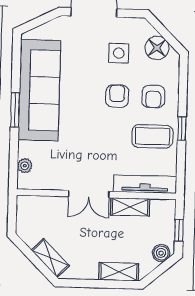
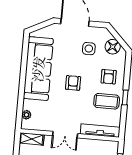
armchair: (117, 96) -> (73, 83), moved
window: (15, 110) -> (23, 80), removed
shelving: (130, 207) -> (32, 139), moved

